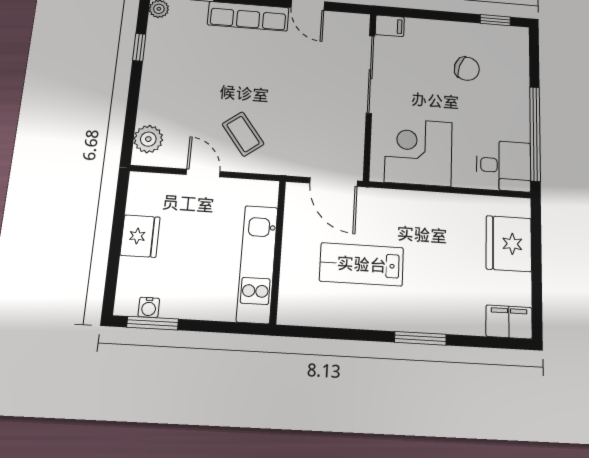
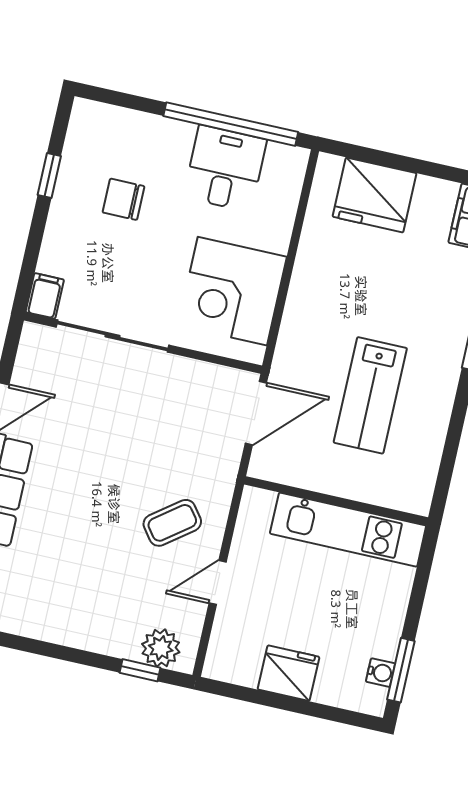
window: (495, 20) -> (49, 176), moved
window: (139, 47) -> (140, 670), moved
chair: (467, 69) -> (123, 199), turned -108
desk: (504, 166) -> (225, 168), moved

